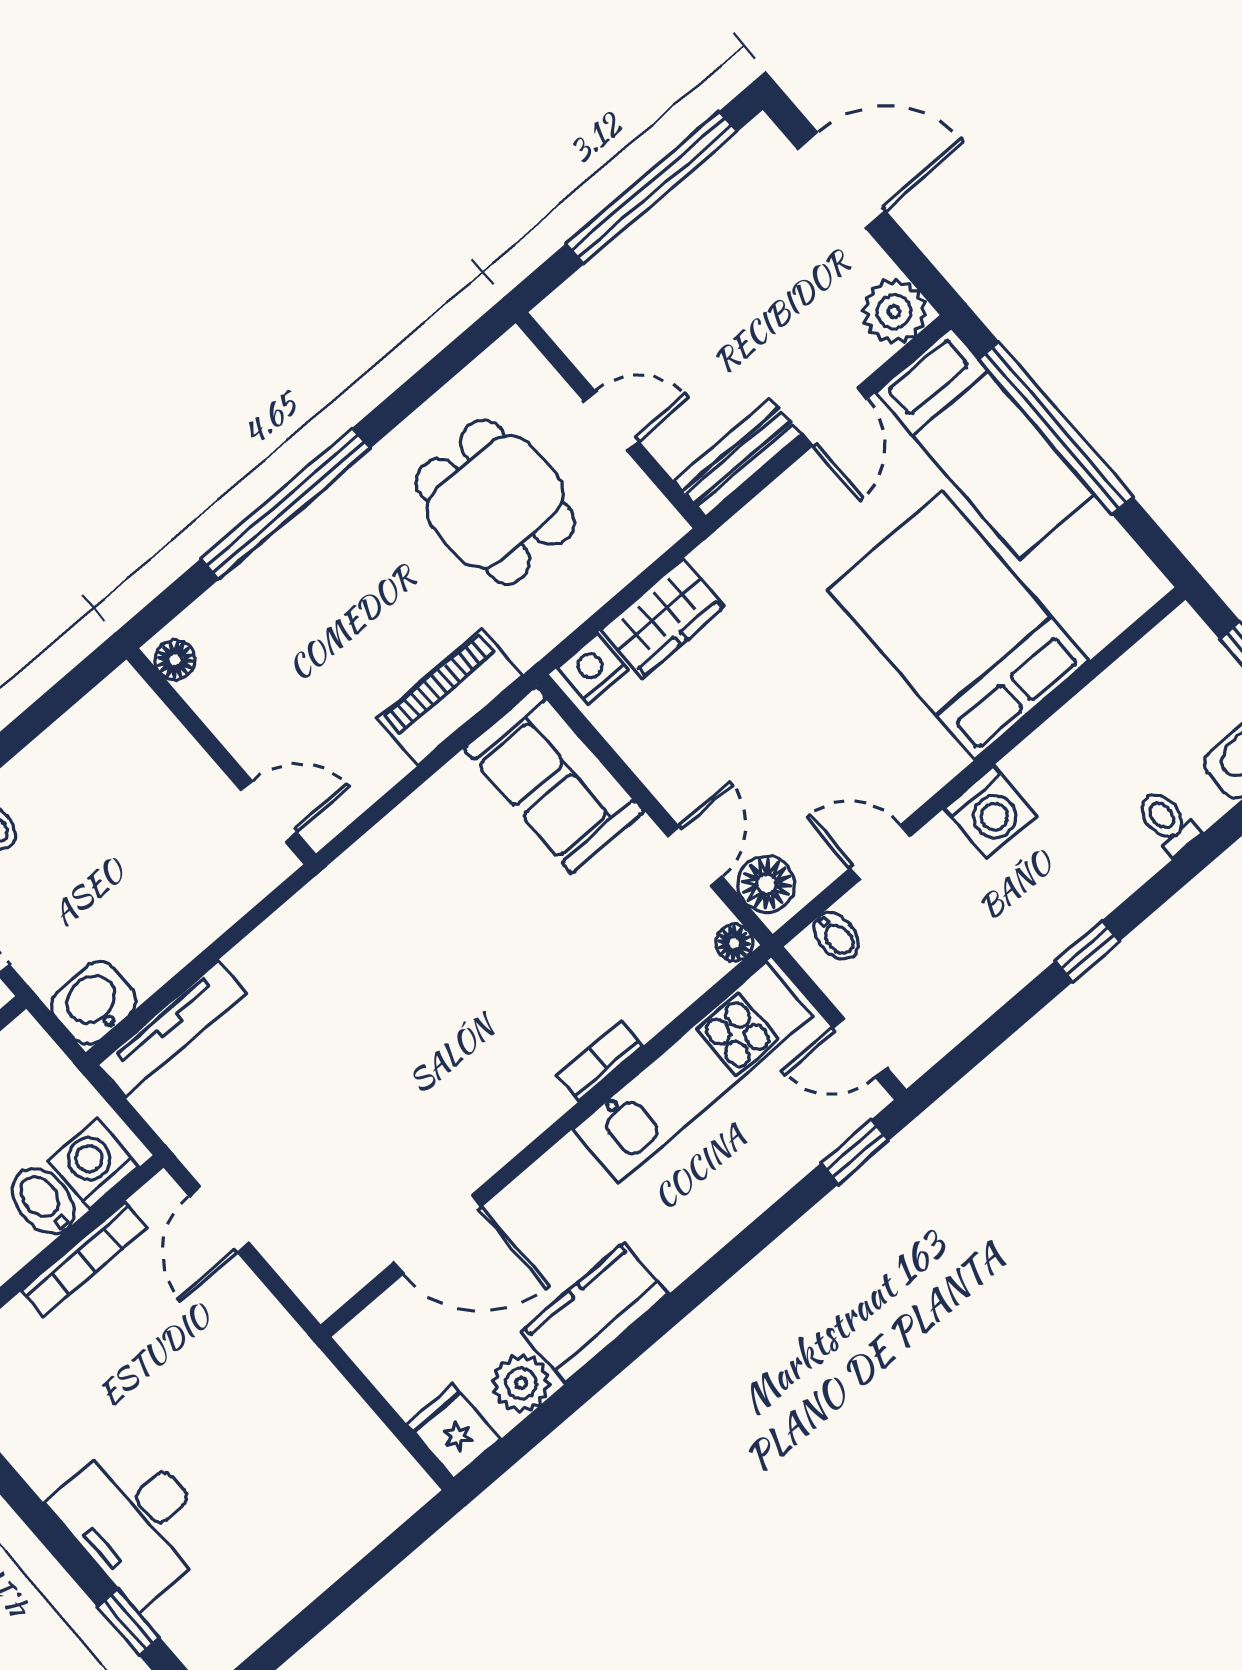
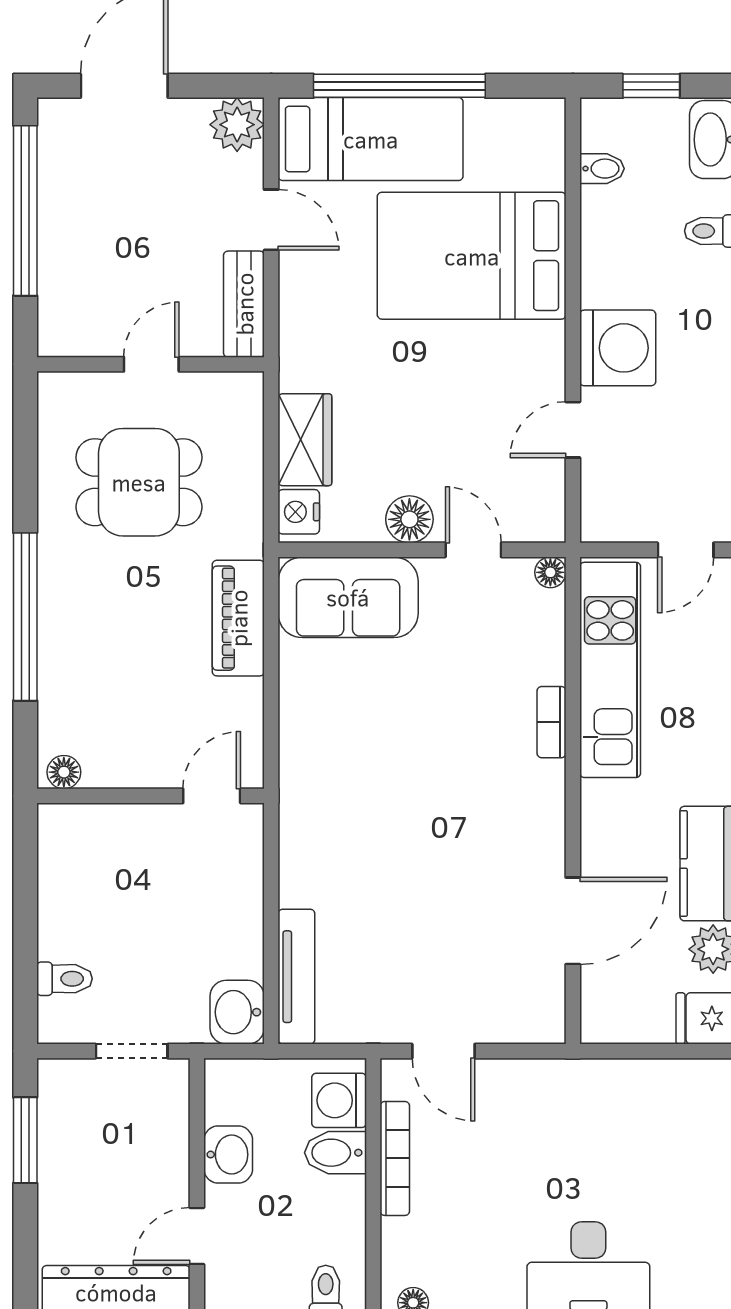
washing machine: (990, 812) -> (618, 348), width x1.37, depth x1.37
floor lamp: (767, 884) -> (409, 519), moved
bidet: (836, 936) -> (602, 169), moved

